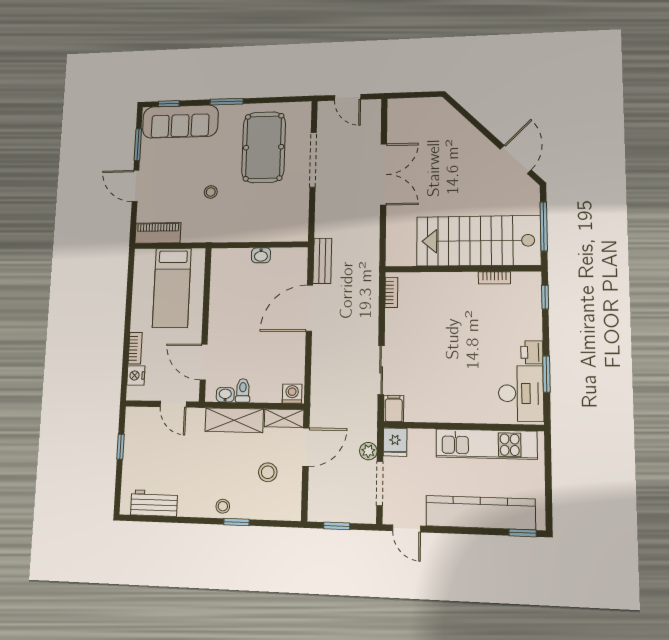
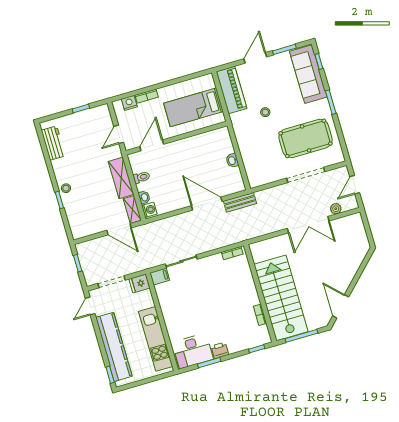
door: (516, 159) -> (341, 306), swing flipped
piano: (158, 233) -> (231, 90), width x1.37, depth x1.33
washbasin: (225, 395) -> (144, 197), moved
plant: (368, 451) -> (336, 209), moved
stool: (268, 472) -> (96, 210), removed

